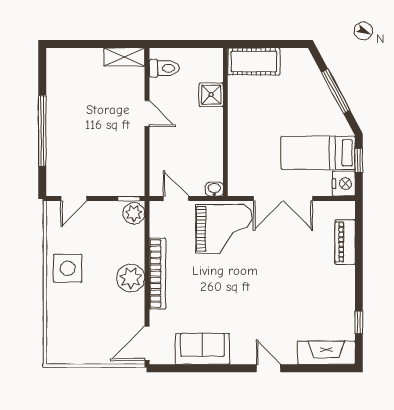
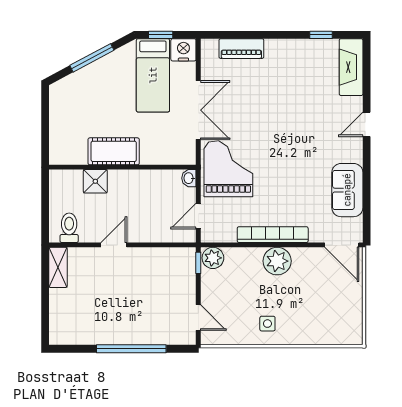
cot: (254, 62) -> (114, 151), moved, turned 90
side table: (68, 268) -> (267, 324), width x0.54, depth x0.54

